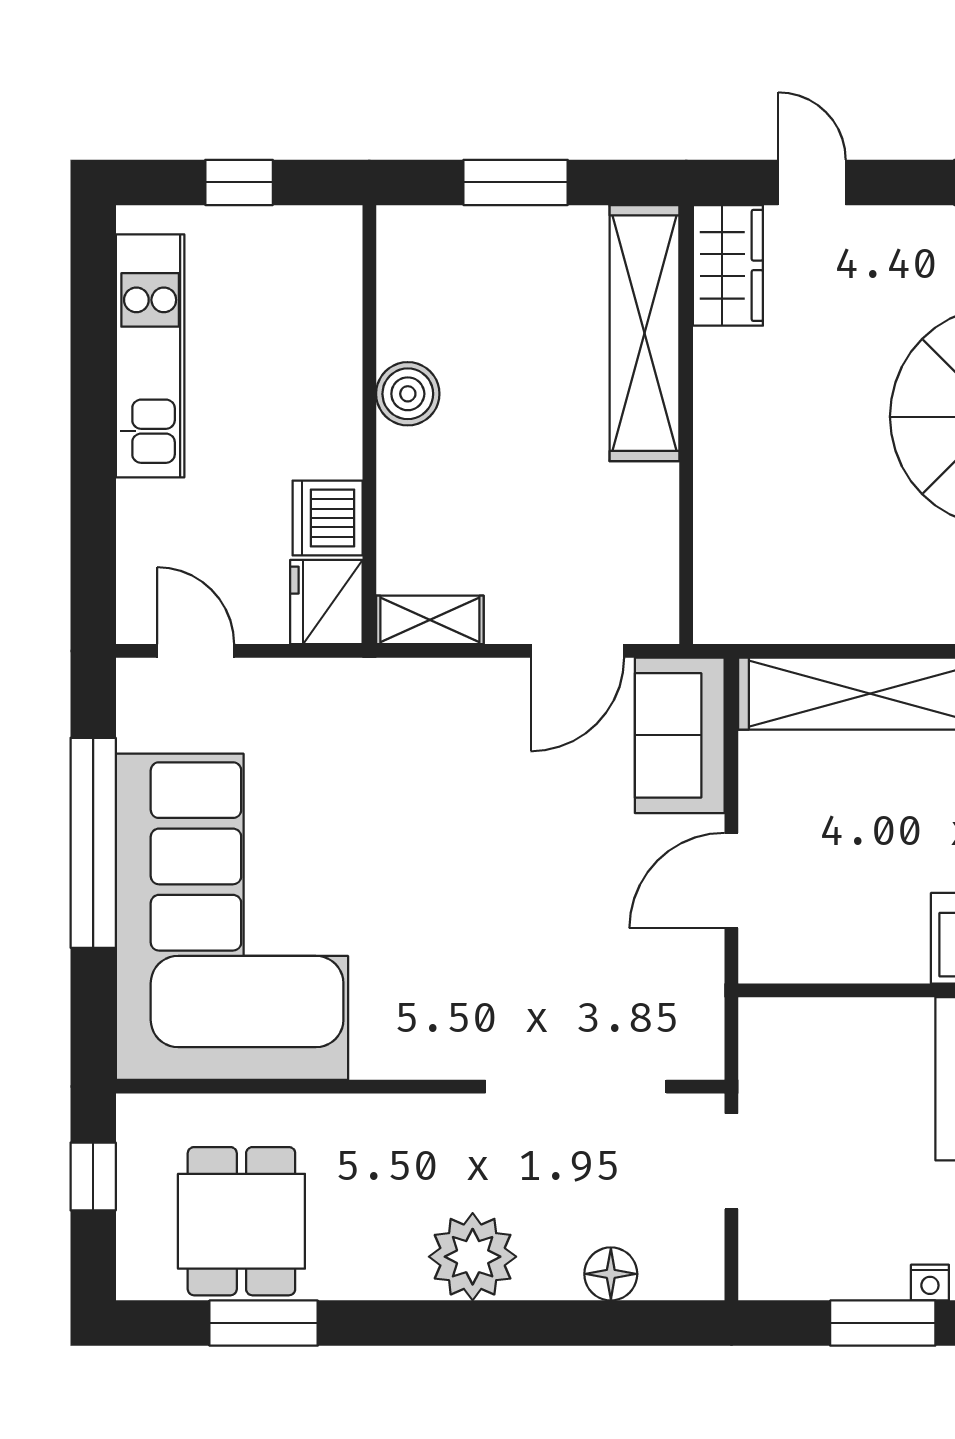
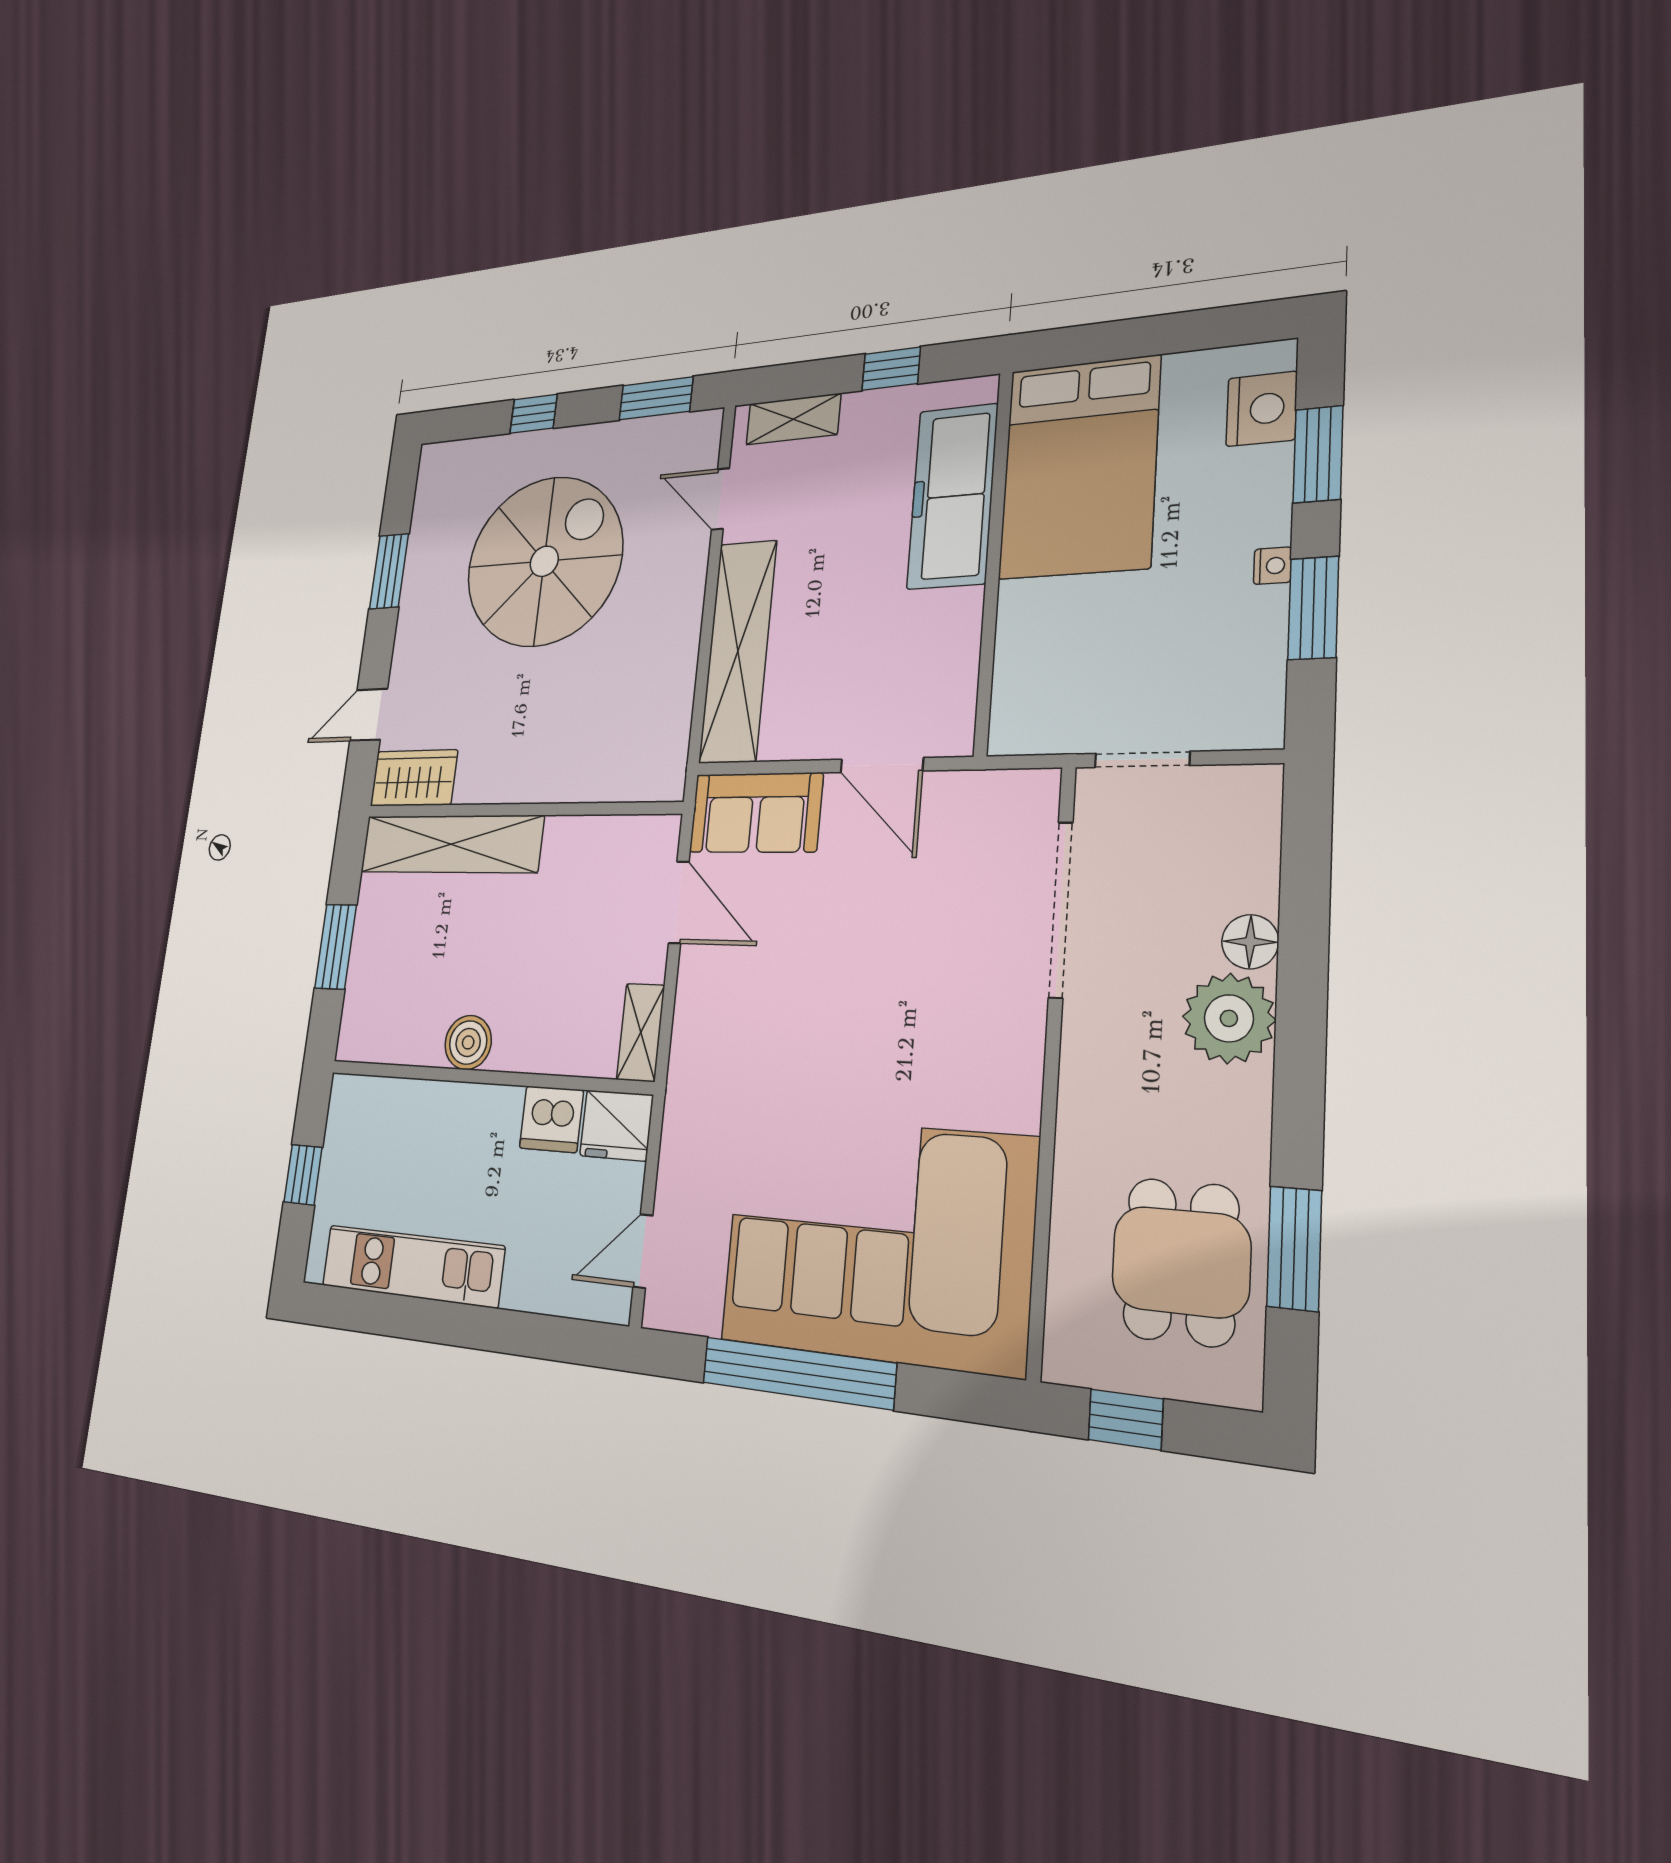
dining table: (241, 1221) -> (1181, 1262), turned 90
floor lamp: (611, 1274) -> (1250, 942), moved

